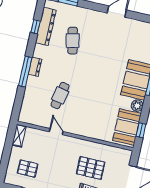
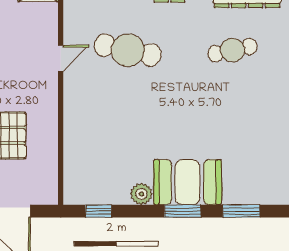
cafe table: (60, 95) -> (128, 50), width x1.37, depth x1.35
booth: (127, 127) -> (98, 184), removed

